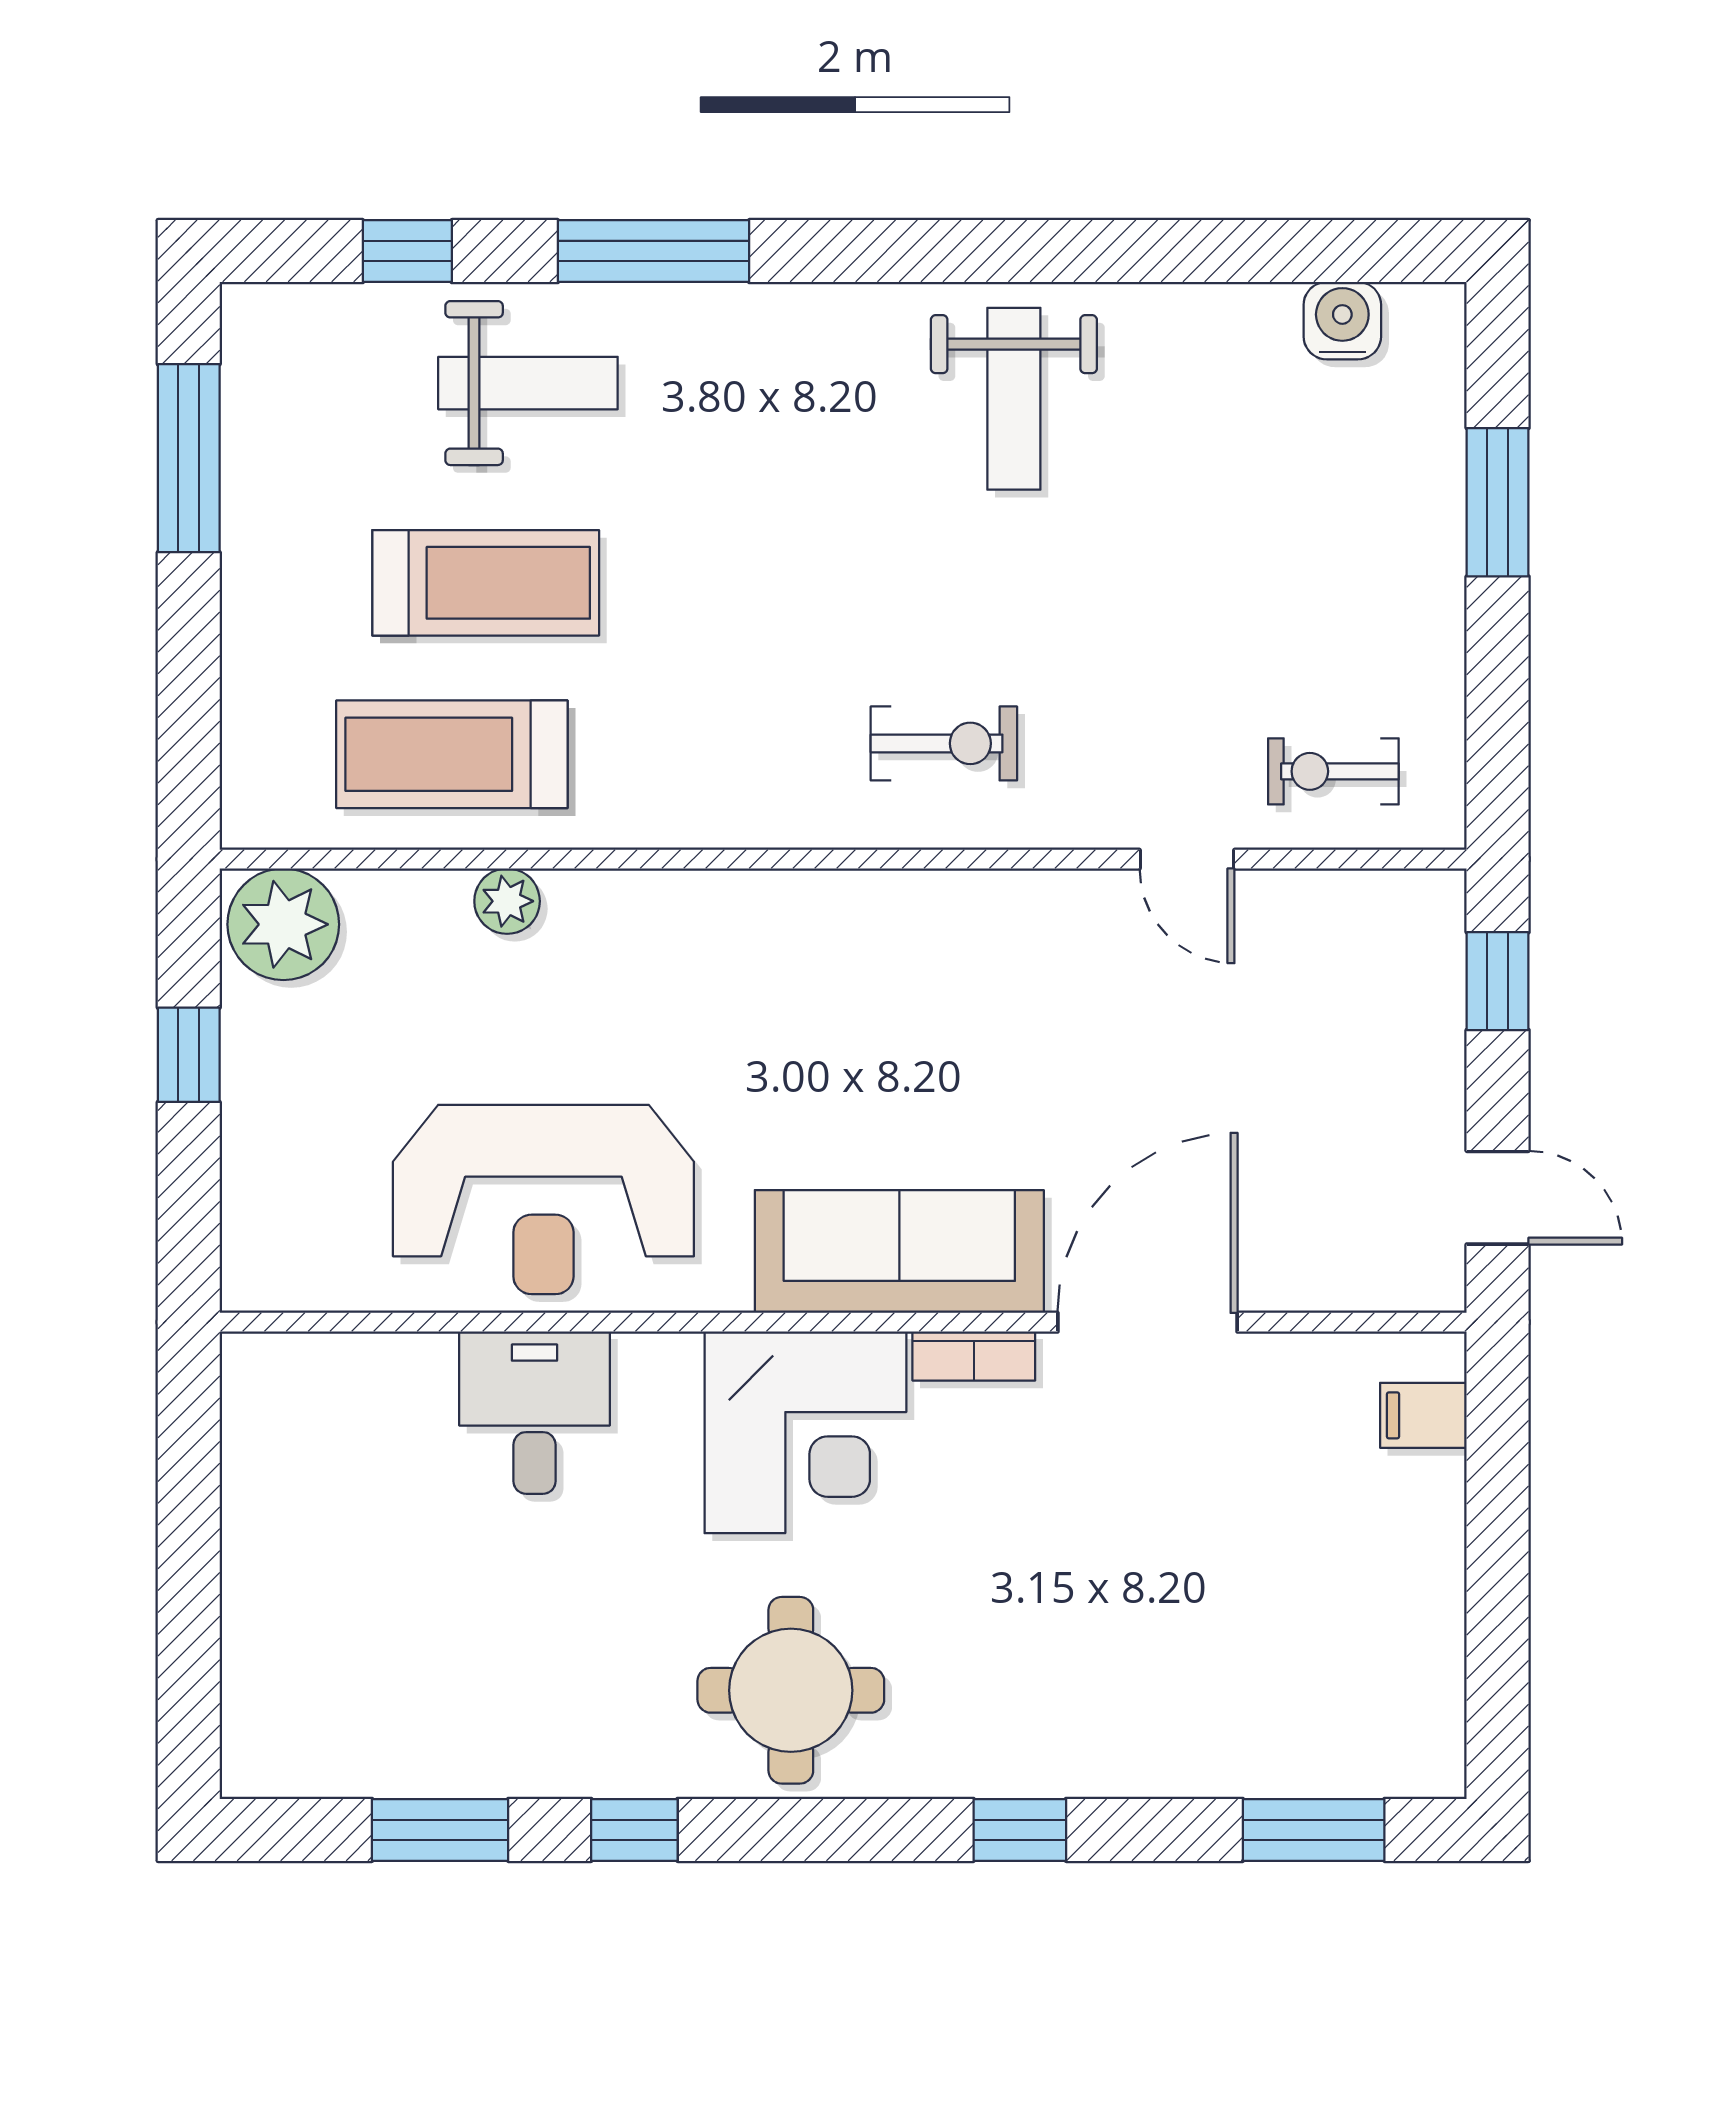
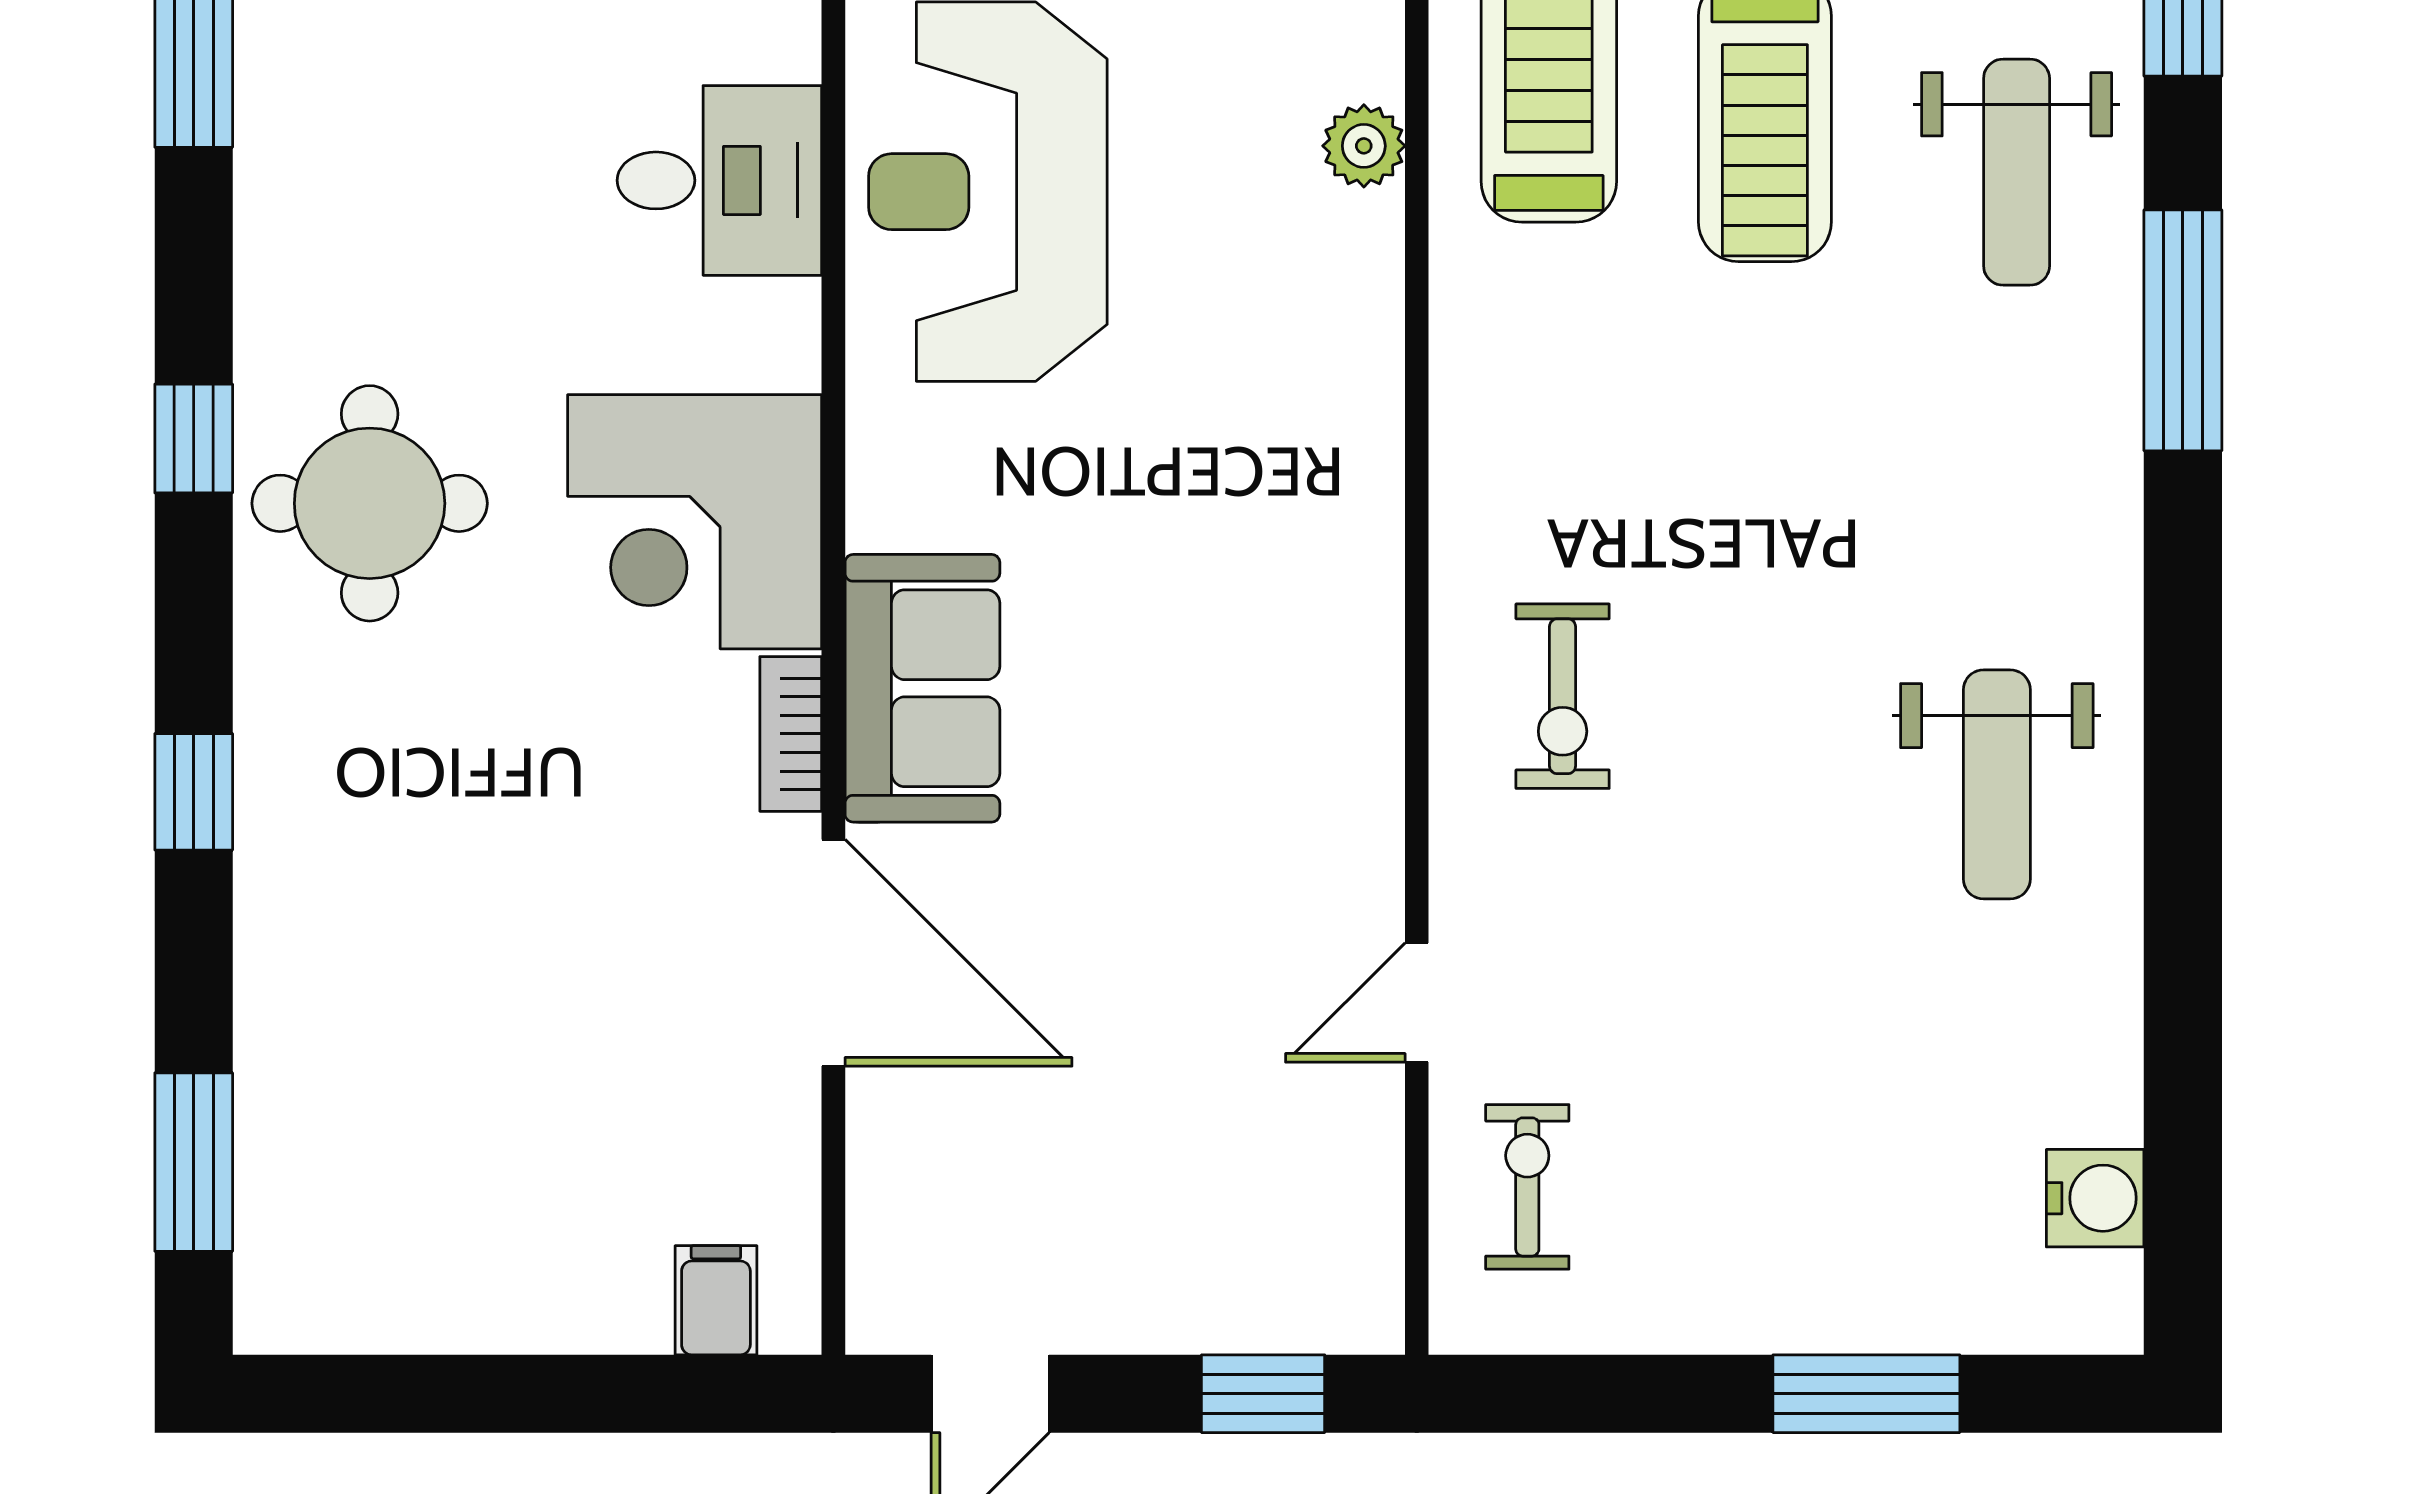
weight bench: (1014, 399) -> (1997, 784), turned -90
sofa: (899, 1251) -> (922, 688), width x0.73
window: (634, 1830) -> (194, 438), moved

